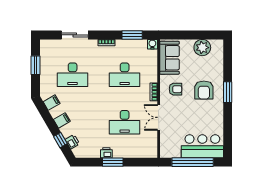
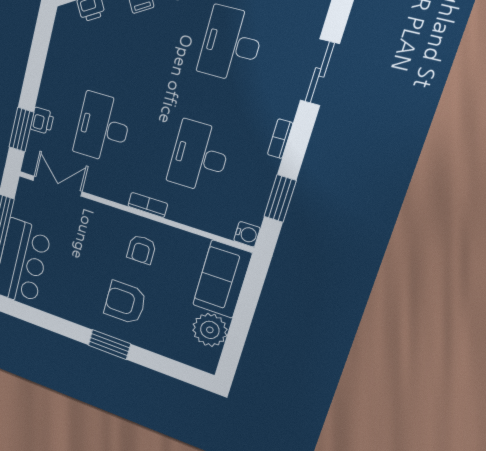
sofa: (170, 58) -> (222, 279), moved, turned 90
double door: (159, 117) -> (57, 186), moved
printer: (106, 153) -> (42, 121), moved
window: (113, 162) -> (21, 130), moved

